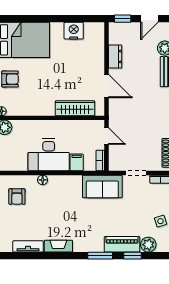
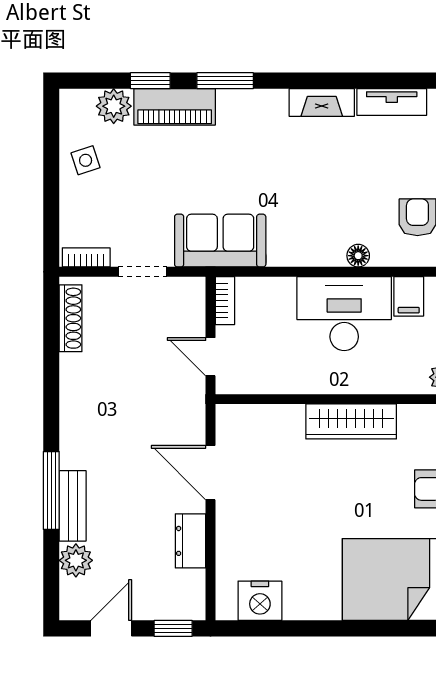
nightstand: (74, 31) -> (260, 601), moved
wardrobe: (75, 108) -> (351, 421), moved
filing cabinet: (77, 162) -> (409, 296), moved

